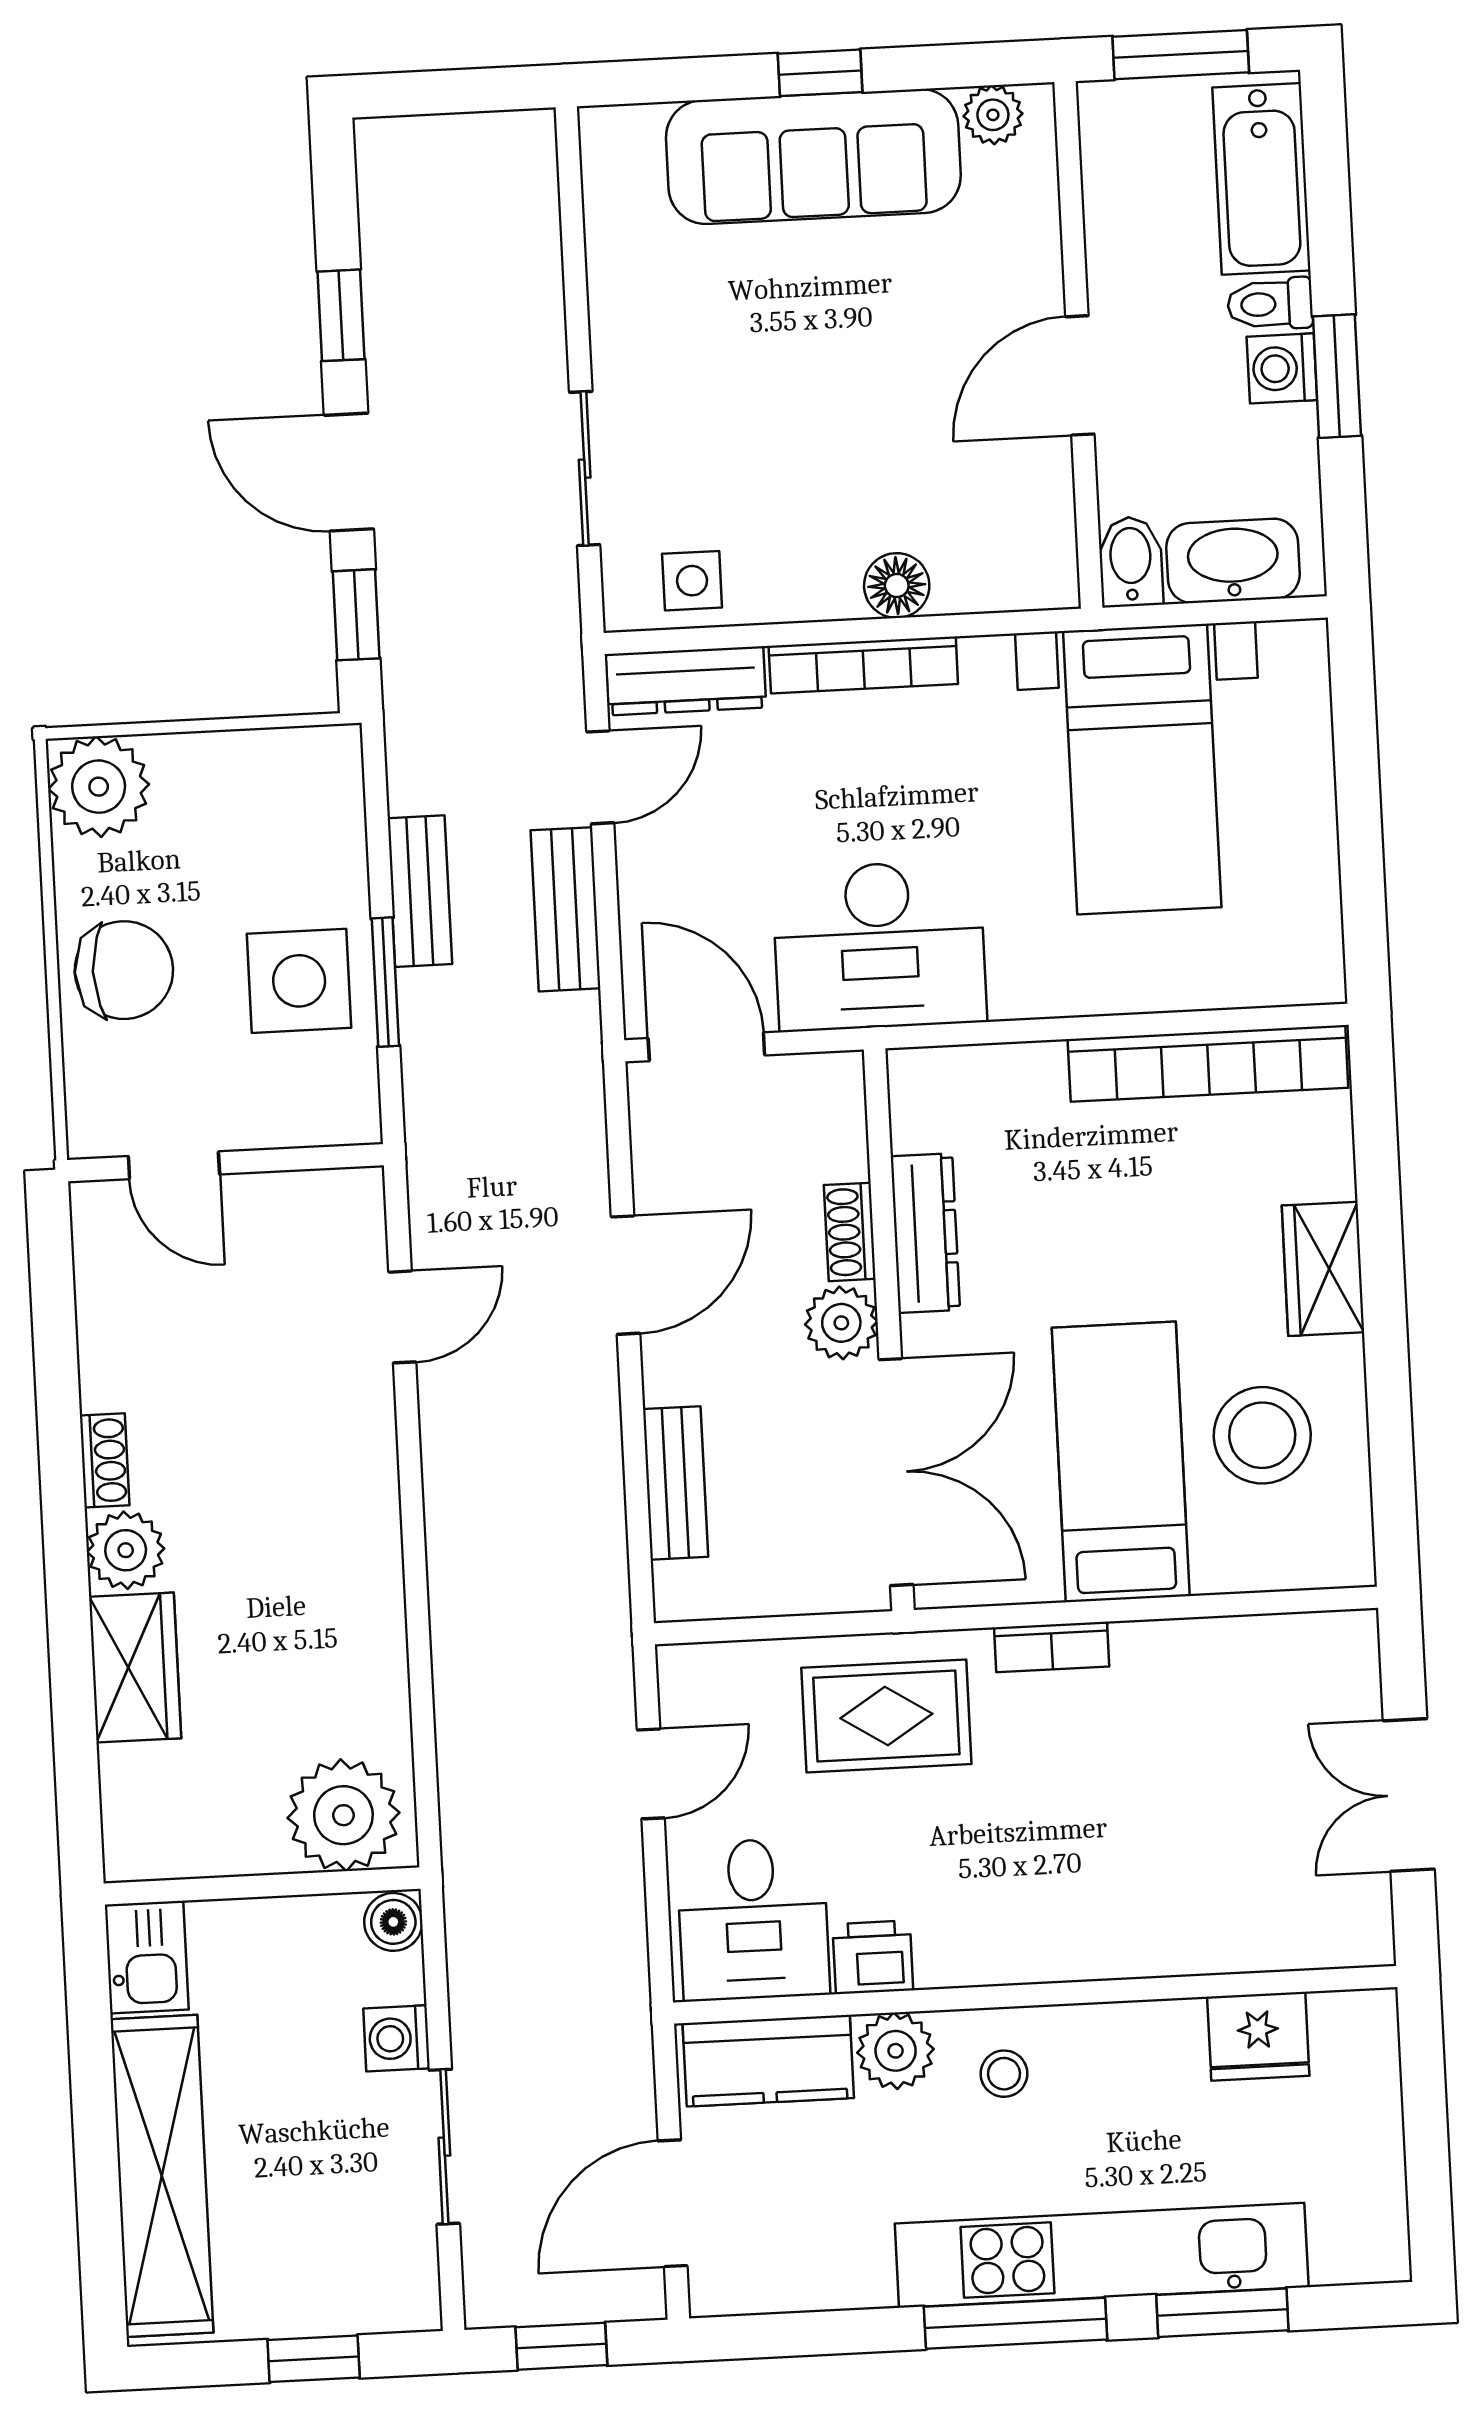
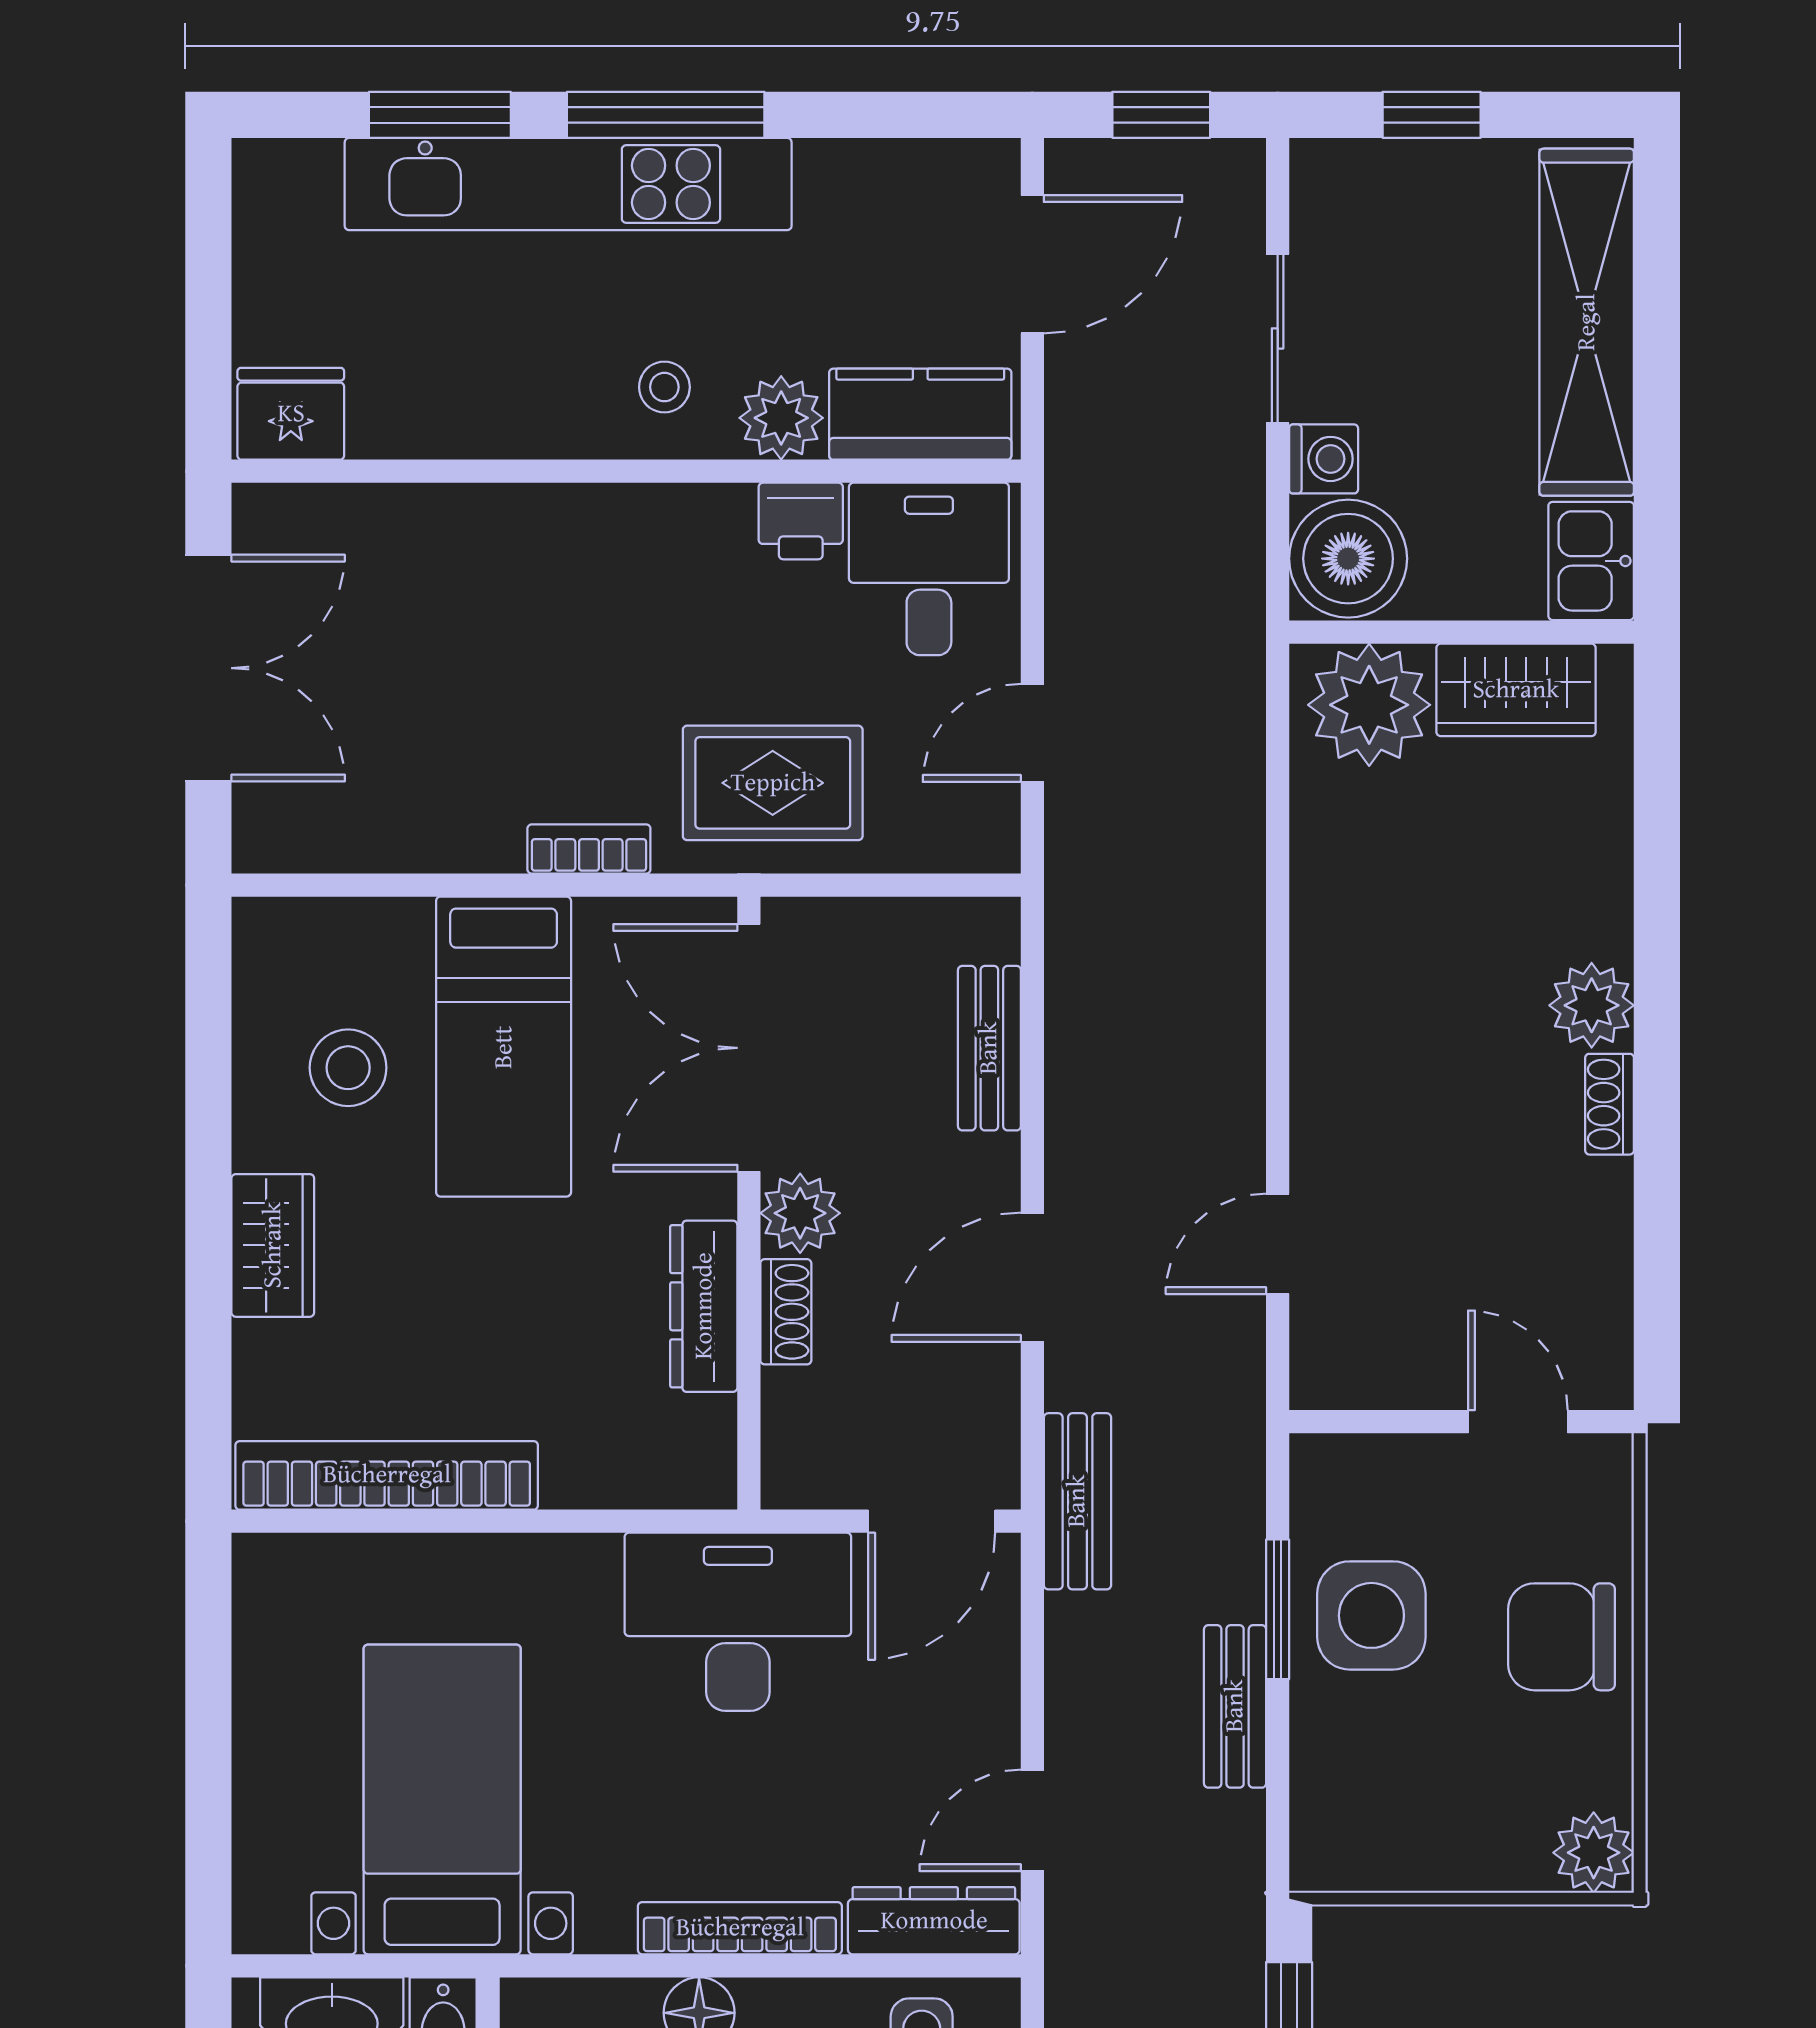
plant: (99, 787) -> (1594, 1853), width x0.73, depth x0.73
bench: (566, 909) -> (1077, 1501), moved
door: (706, 1047) -> (932, 1521), hinge flipped
stool: (1262, 1435) -> (348, 1068), width x0.73, depth x0.73
wardrobe: (135, 1667) -> (1516, 690), moved, turned -90
double door: (1409, 1795) -> (208, 668), width x1.37
boiler: (393, 1922) -> (1348, 559), width x1.86, depth x1.86
fridge: (1258, 2036) -> (291, 414), moved

